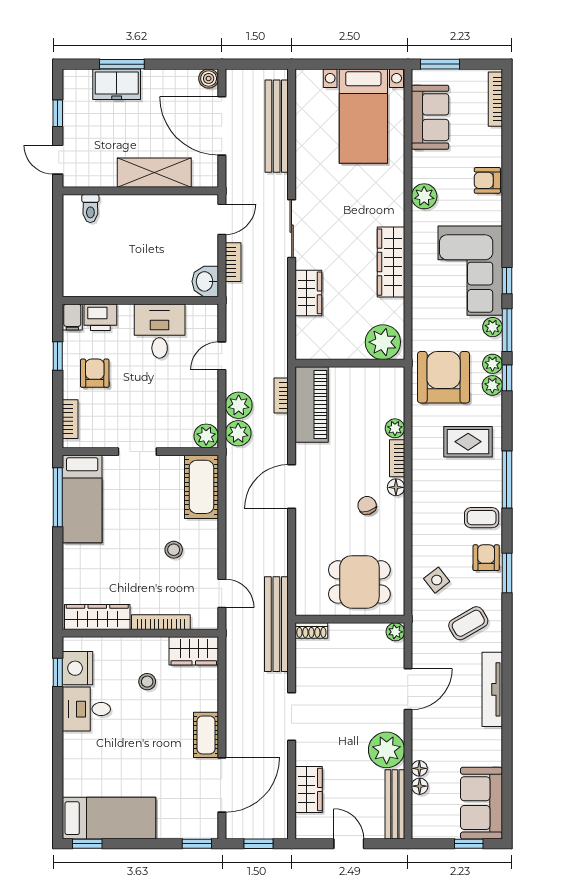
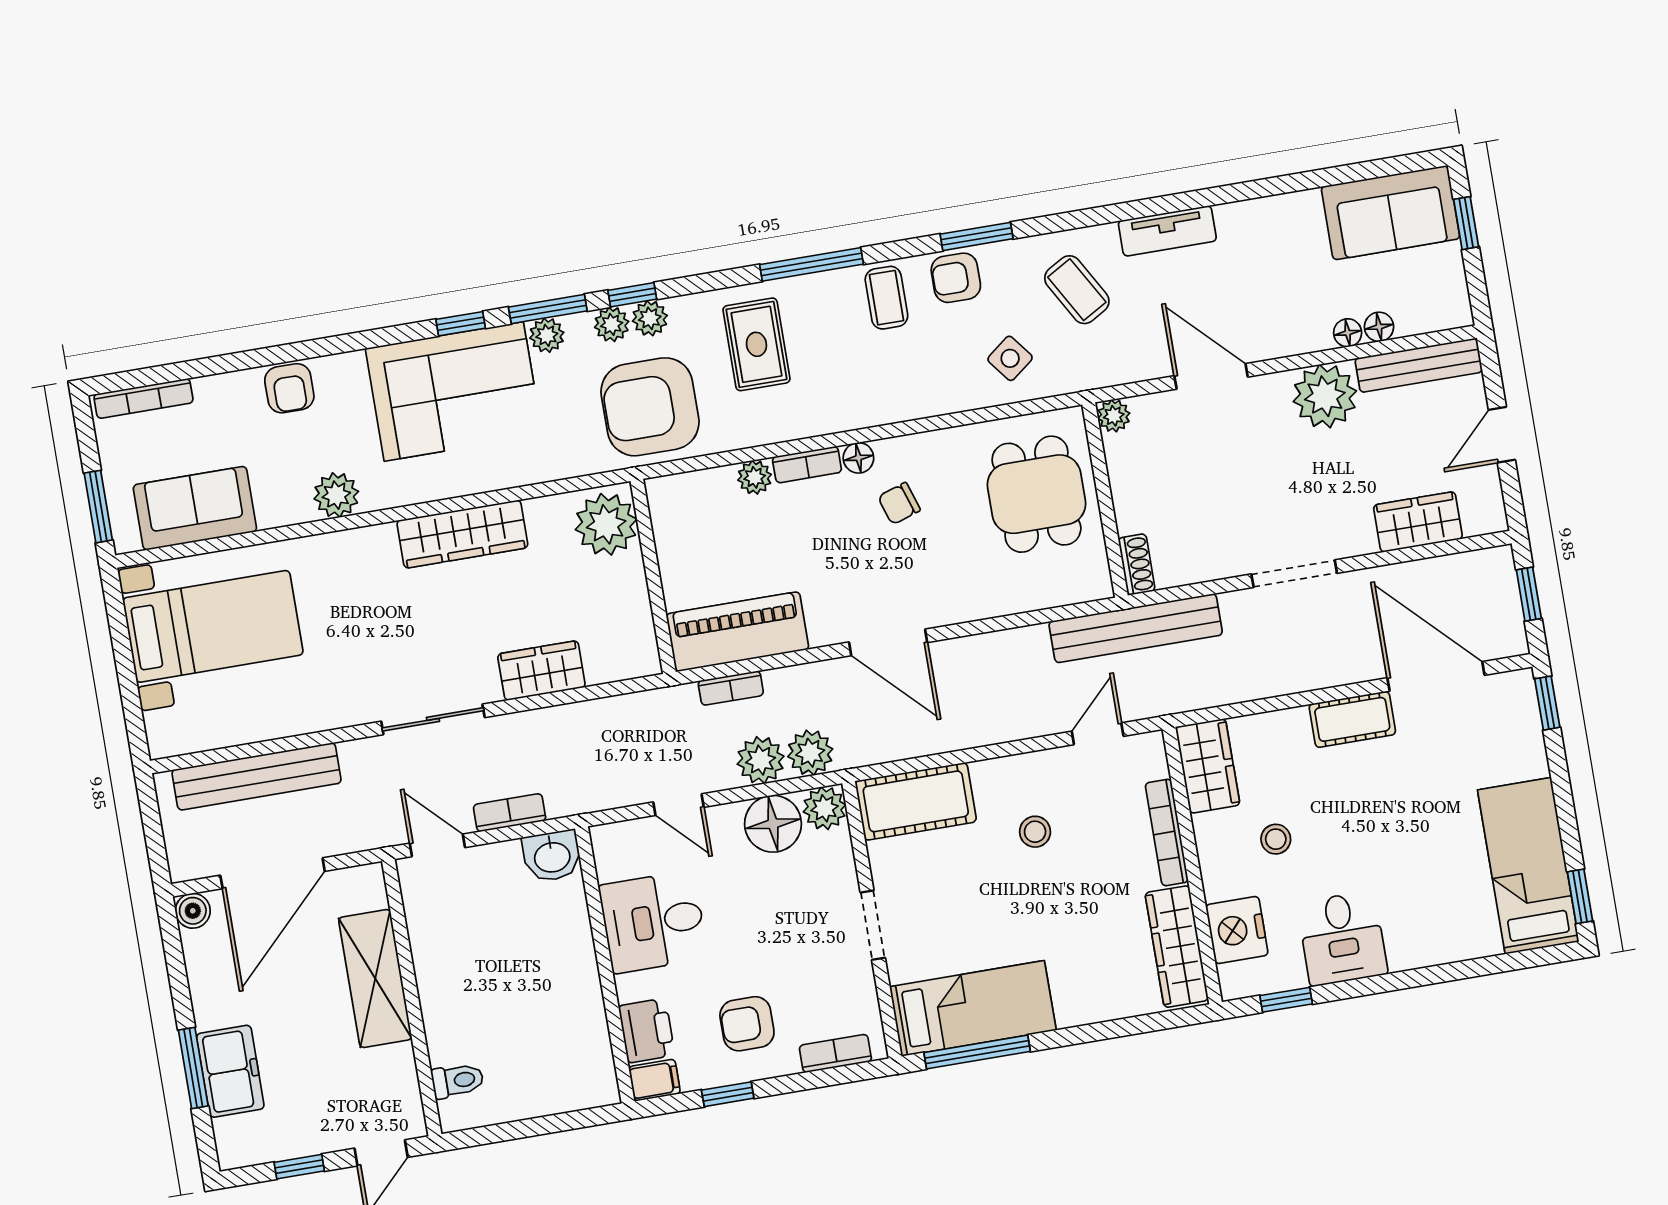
floor lamp: (202, 406) -> (773, 824), added
nightstand: (77, 668) -> (1237, 930), moved, turned 90
tv unit: (492, 689) -> (1167, 231), width x0.71

